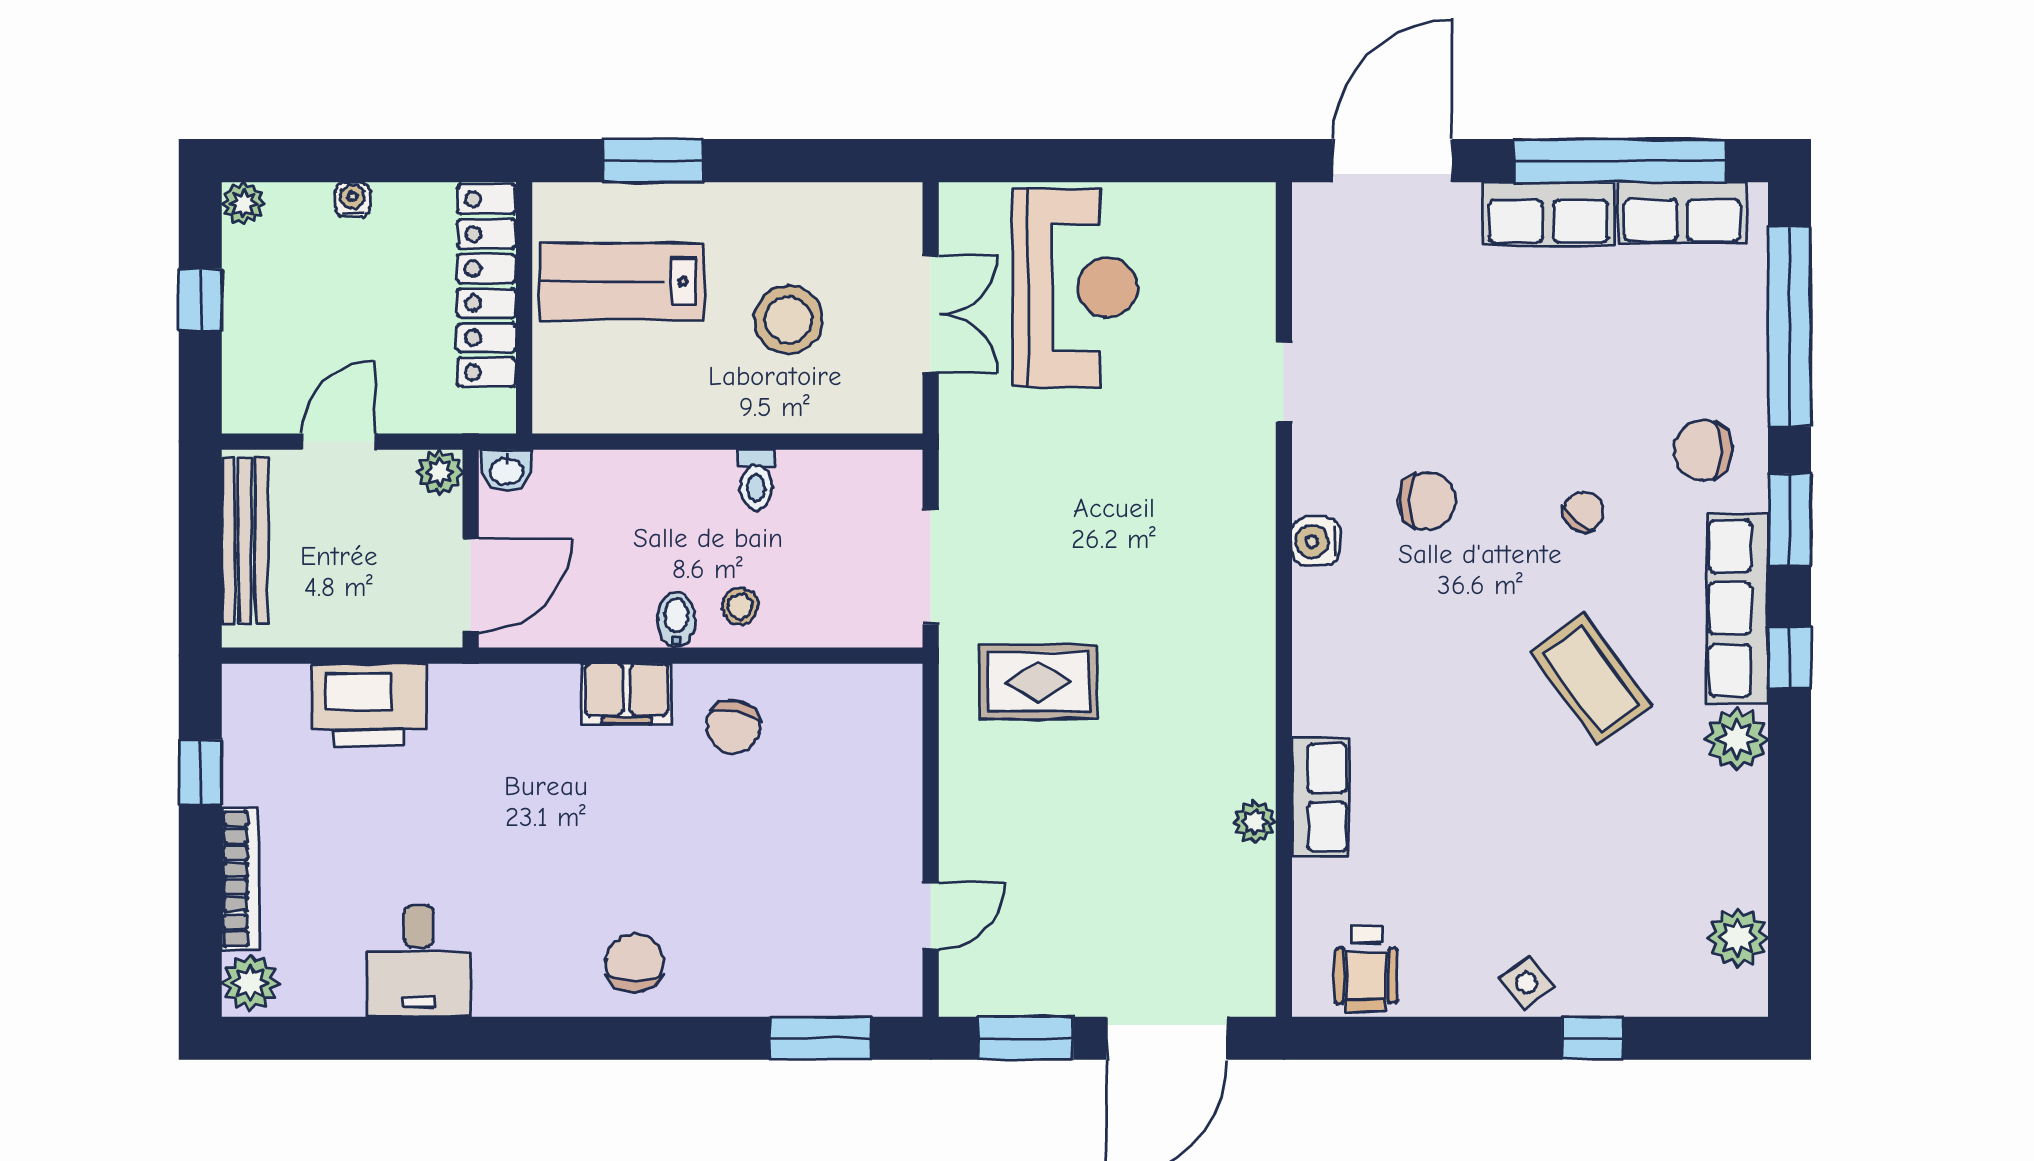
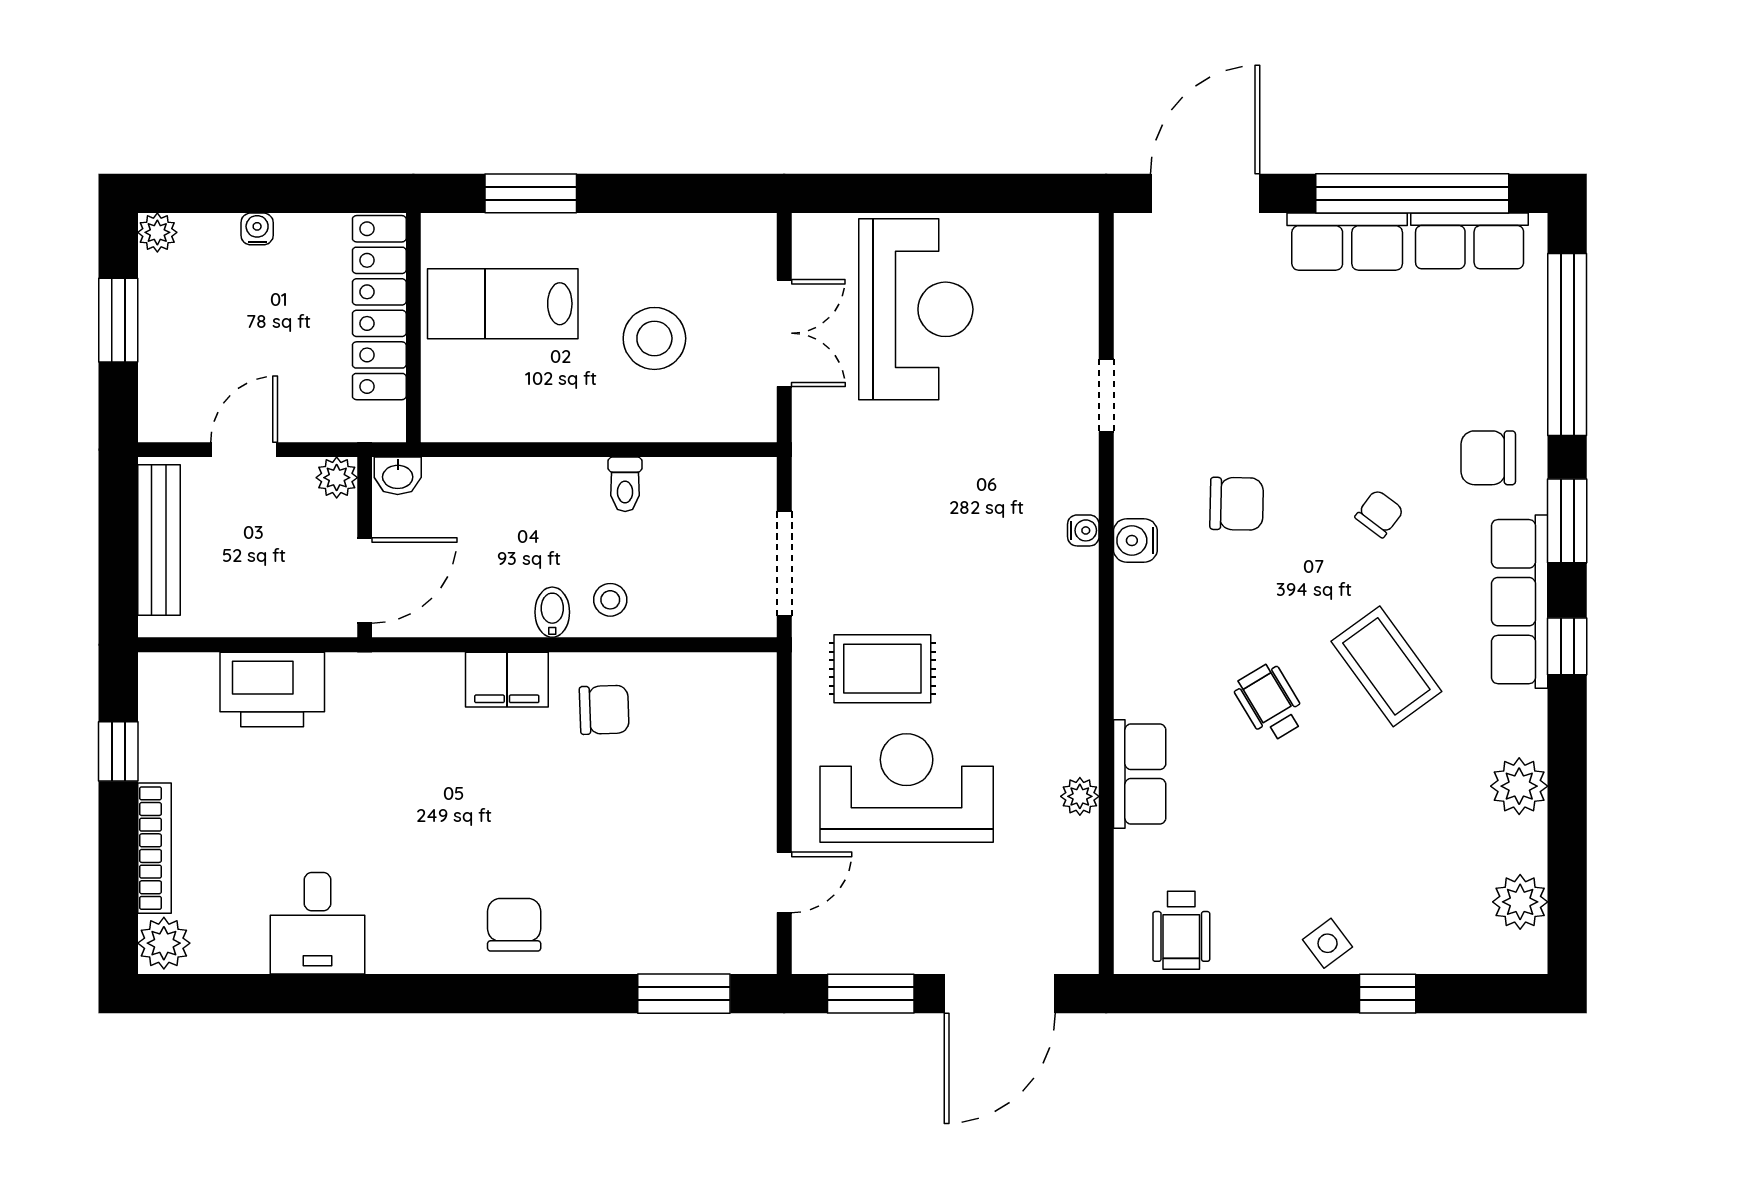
window: (200, 299) -> (118, 320), width x1.50
water cooler: (1259, 530) -> (1083, 530), added
wheelchair: (1463, 719) -> (1270, 703), added
chair: (733, 727) -> (604, 710), turned -104
plant: (1737, 739) -> (1519, 786), moved
reception desk: (1065, 813) -> (907, 788), added

